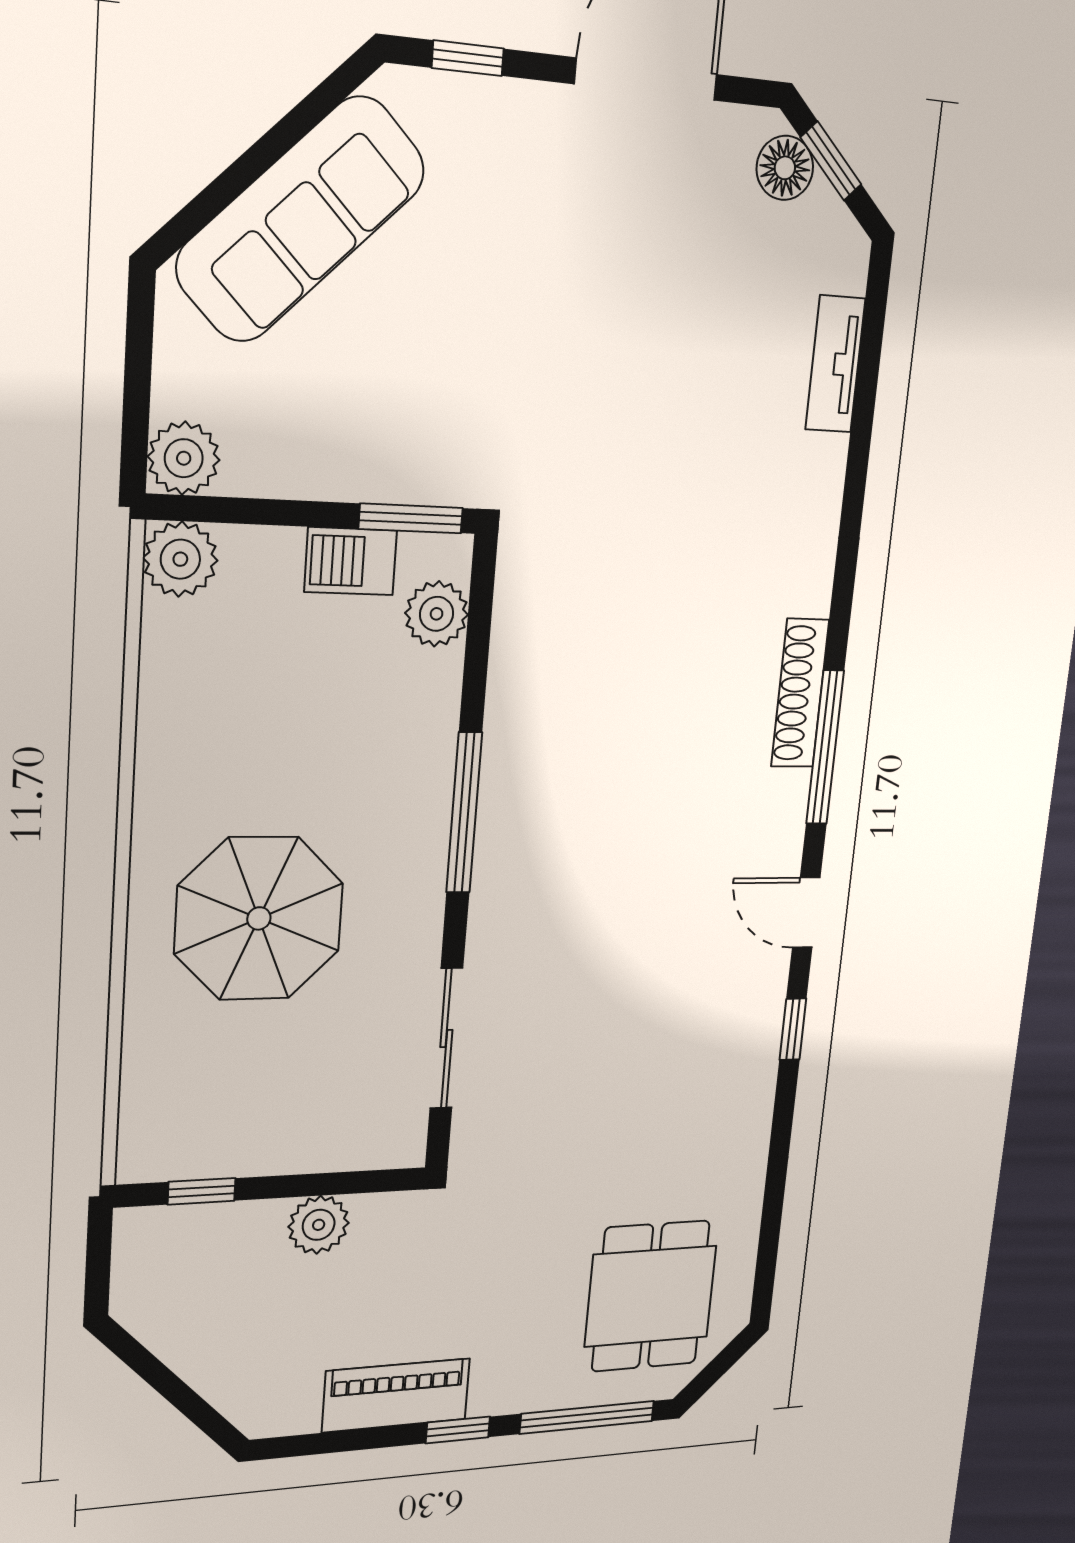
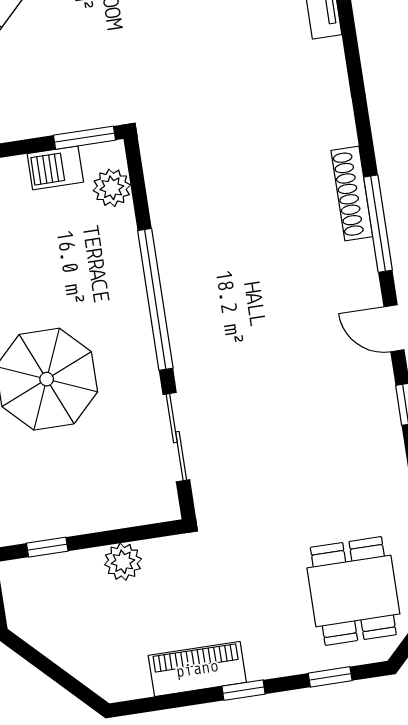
window: (464, 813) -> (155, 299), width x1.46
window: (587, 1417) -> (330, 677), width x0.46

